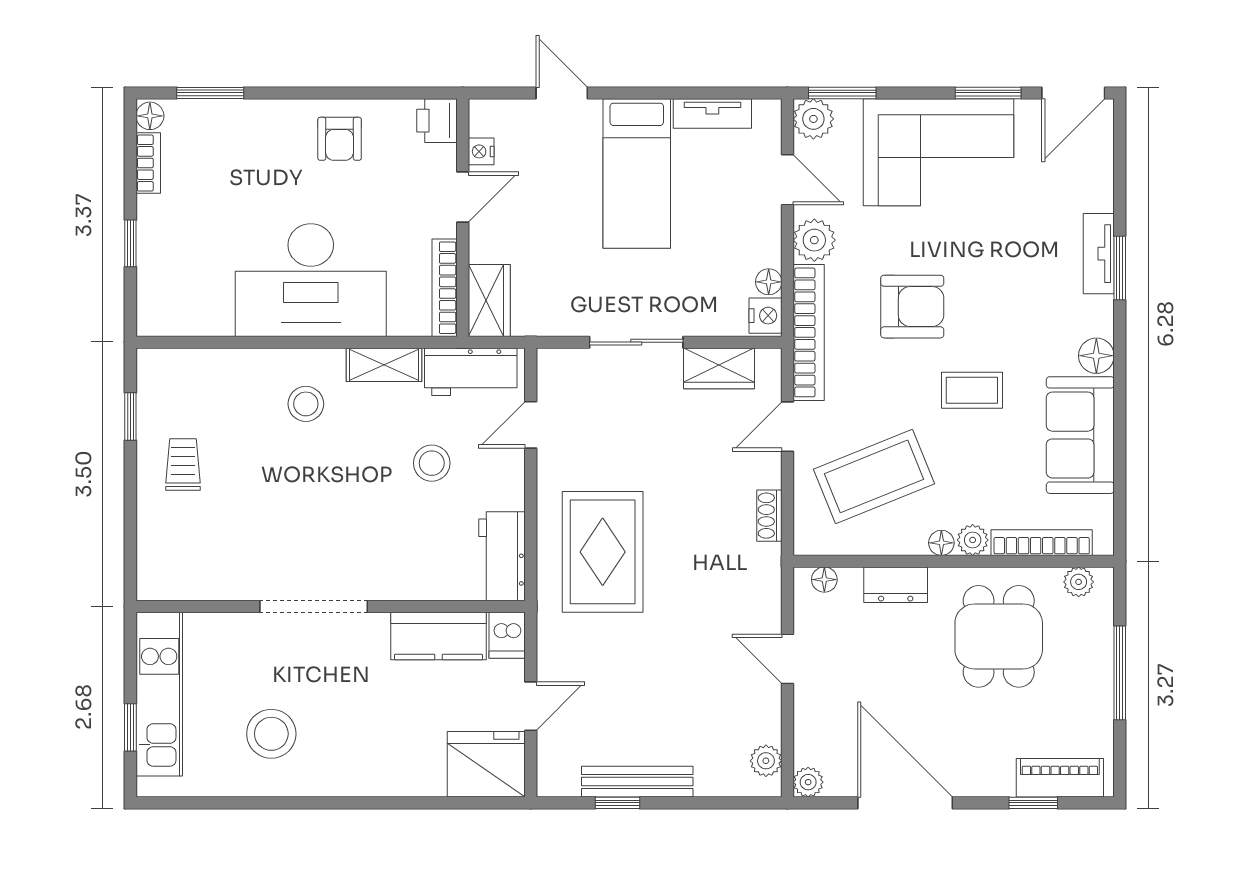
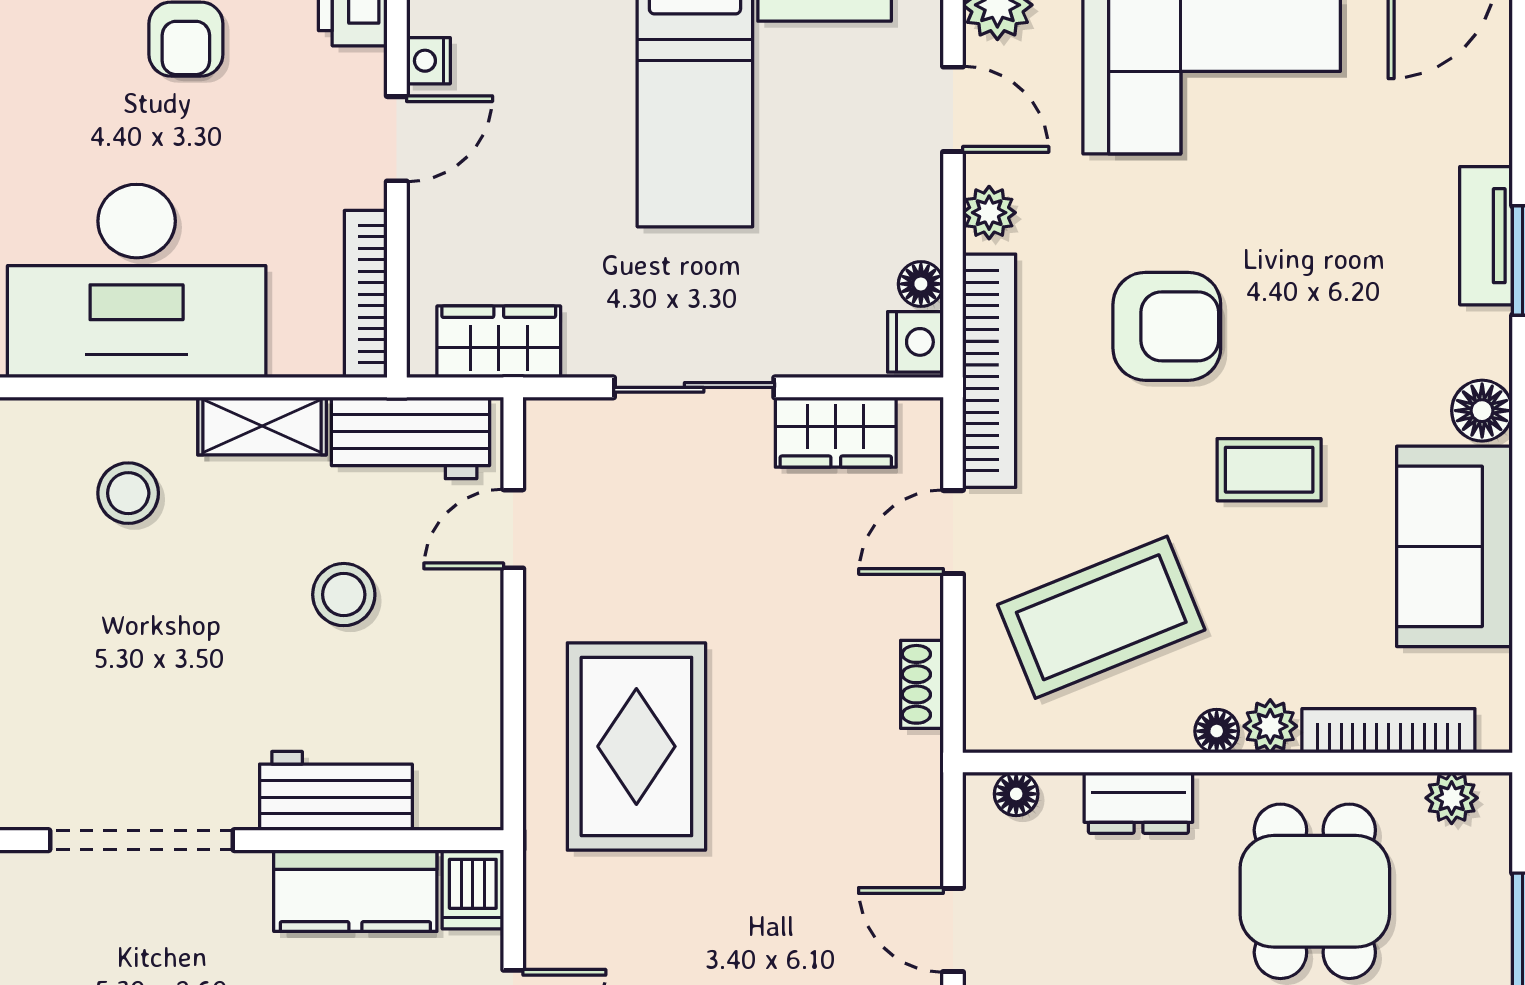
plant: (814, 240) -> (989, 213), width x0.73, depth x0.73
wardrobe: (489, 300) -> (499, 342), moved, turned -90
workbench: (502, 556) -> (336, 791), moved, turned 90

